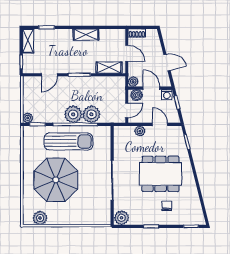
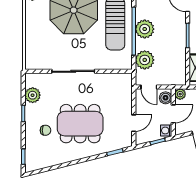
plant: (91, 114) -> (145, 60), moved
plant: (140, 131) -> (127, 101), removed
dining table: (160, 174) -> (80, 124), turned 90
plant: (121, 218) -> (33, 95), moved

